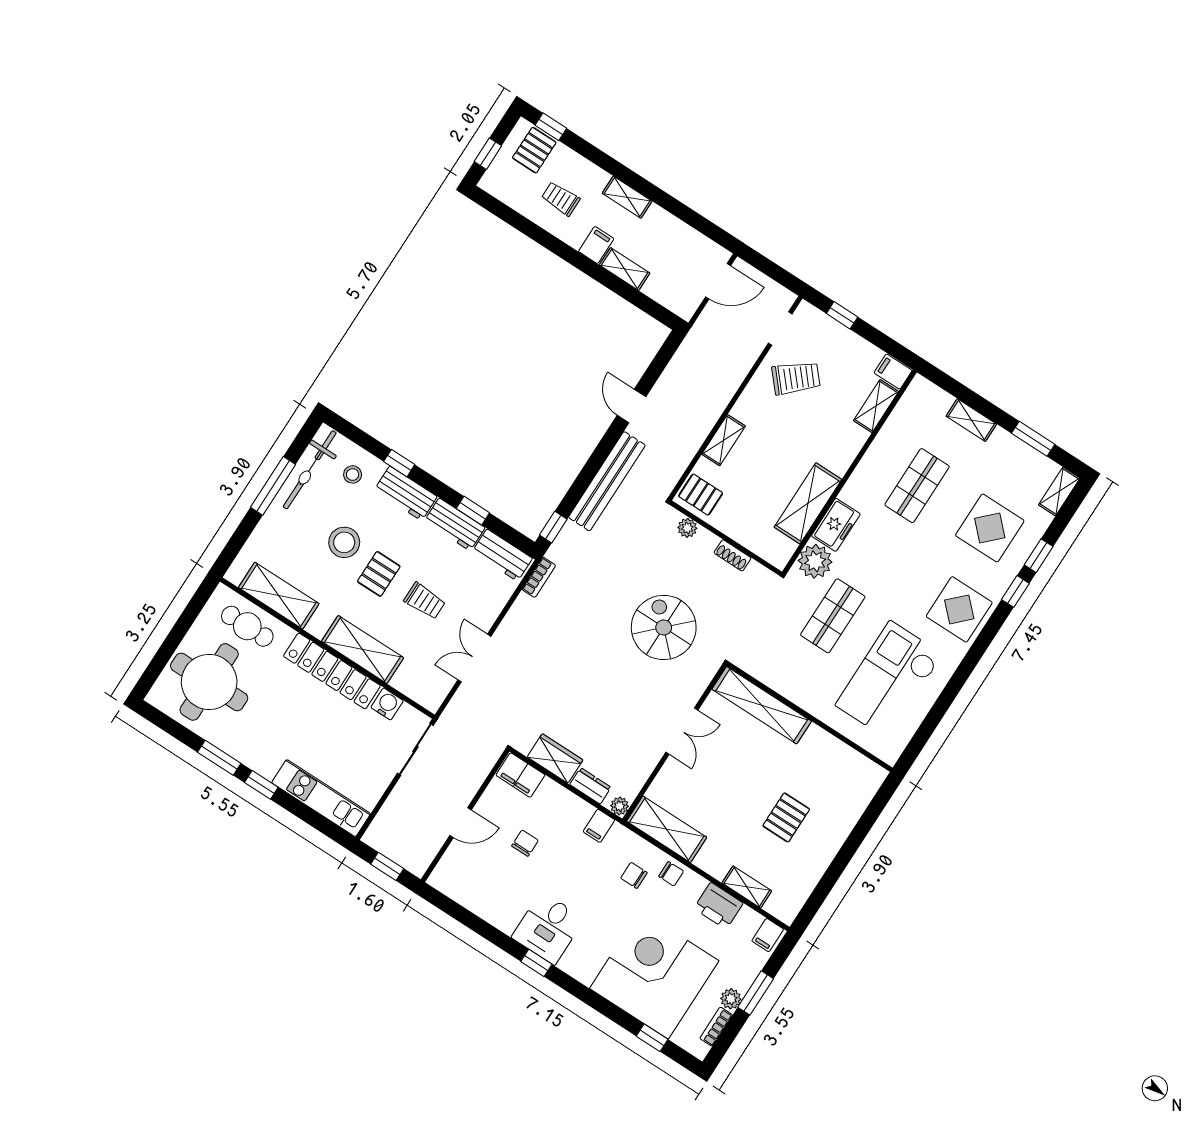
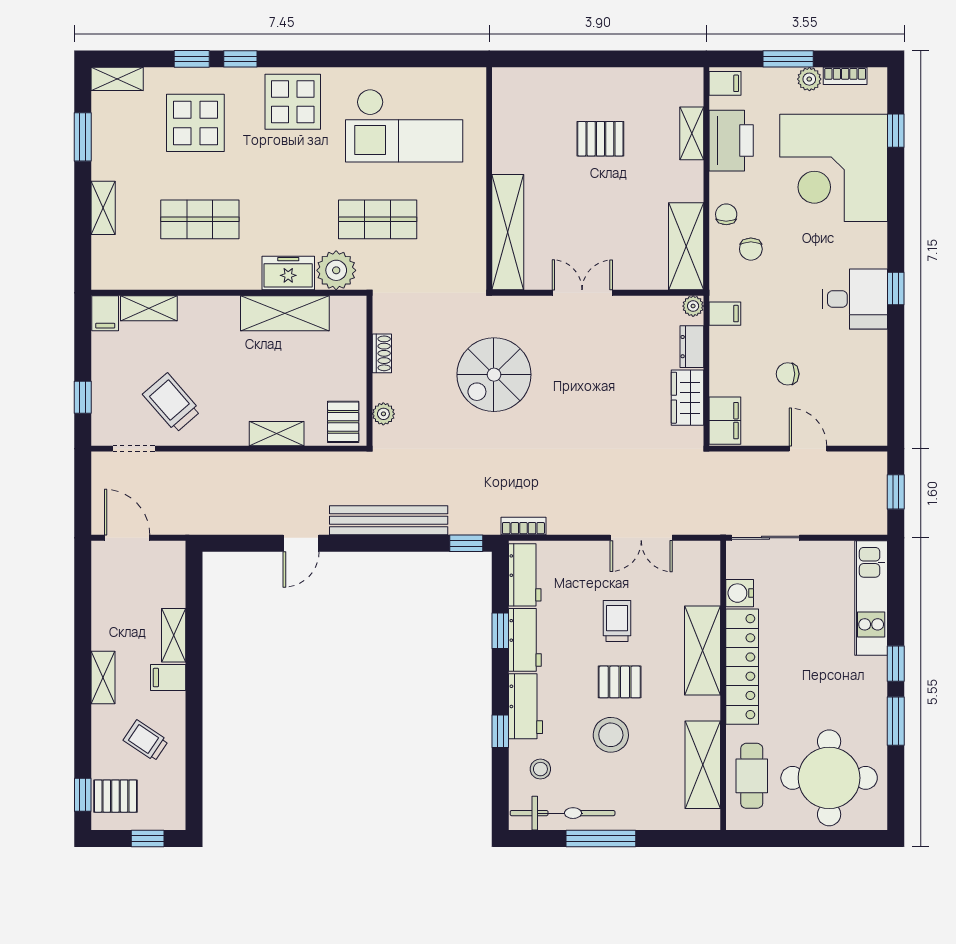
trolley: (561, 199) -> (146, 741), turned 124
printer: (718, 906) -> (731, 141), width x1.37, depth x1.19

